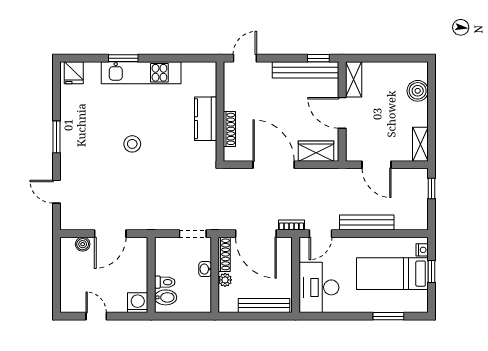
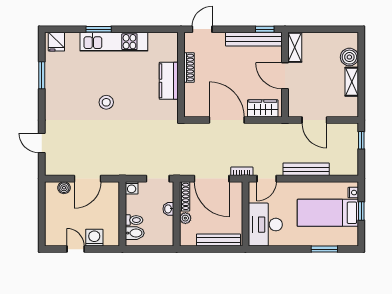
shoe rack: (229, 129) -> (189, 68), moved
window: (57, 137) -> (42, 75), moved
shelving: (420, 144) -> (352, 82), moved
washing machine: (162, 244) -> (132, 188), added
washing machine: (138, 303) -> (94, 238), moved

